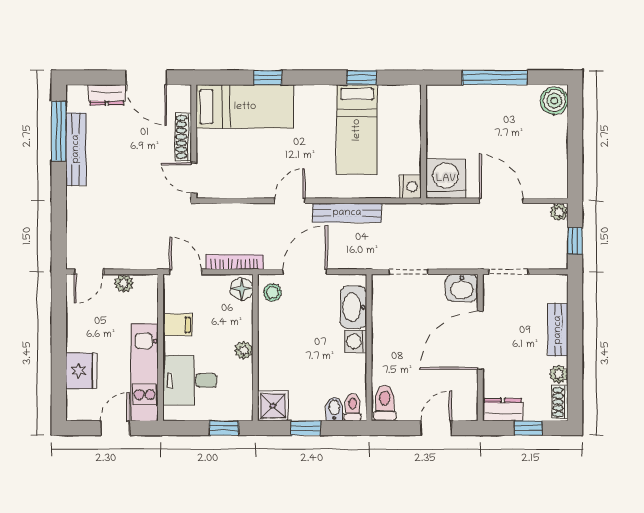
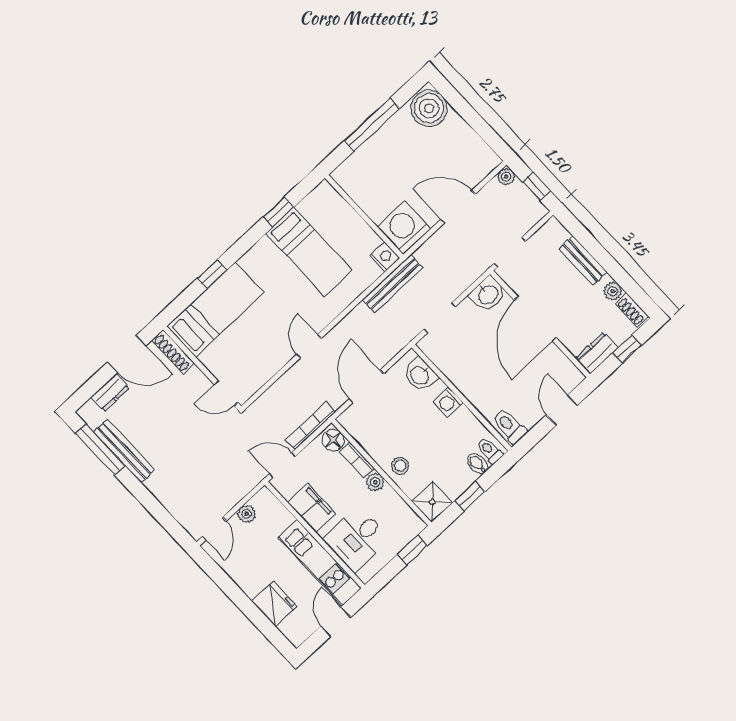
boiler: (554, 101) -> (429, 108), width x1.37, depth x1.37
shoe rack: (183, 137) -> (173, 352), moved
bench: (347, 213) -> (393, 284), moved
stool: (272, 292) -> (400, 466), moved
washbasin: (354, 307) -> (420, 375), width x0.72
bookcase: (246, 321) -> (357, 460), added
filing cabinet: (177, 325) -> (312, 508), width x2.00

